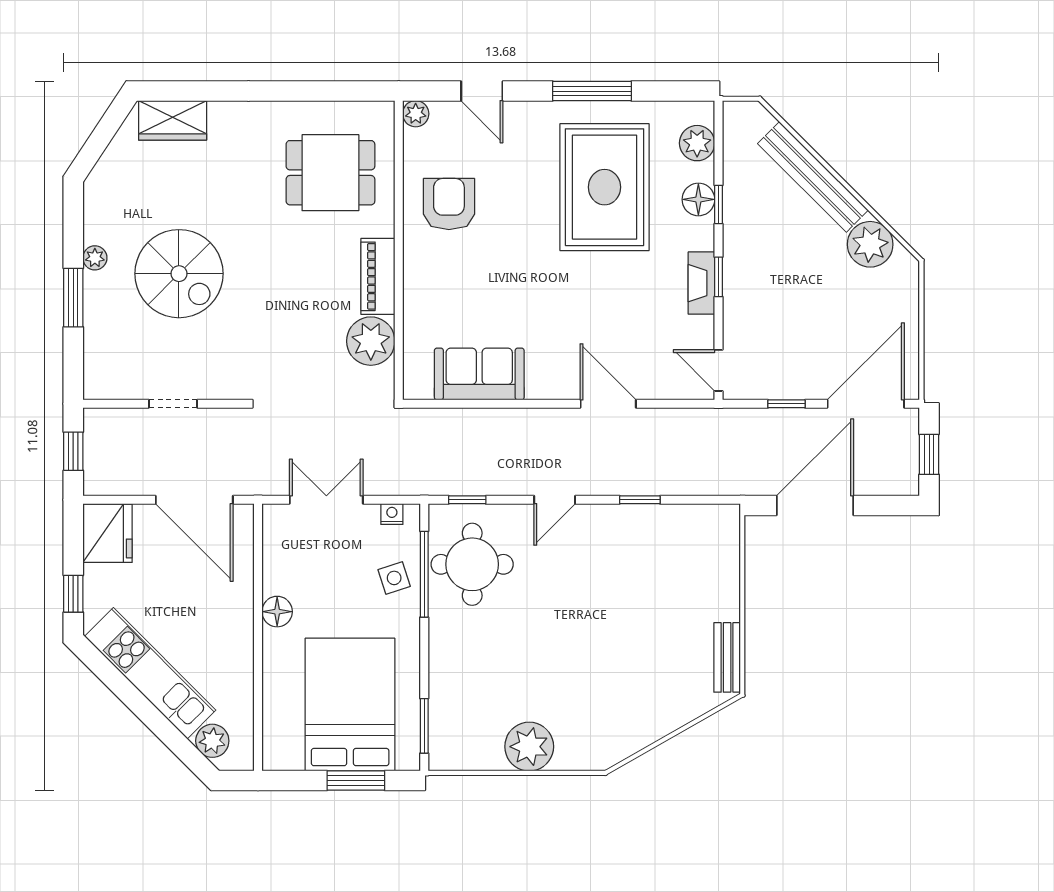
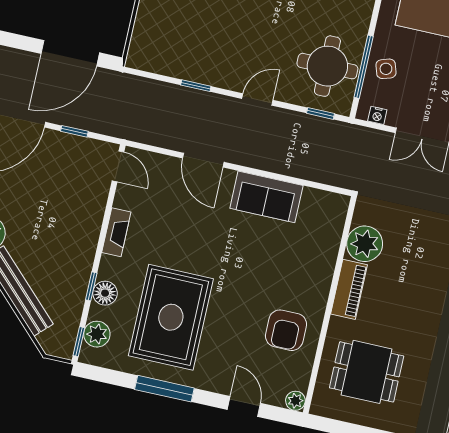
window: (719, 277) -> (79, 342), moved
sofa: (479, 374) -> (266, 197), moved

